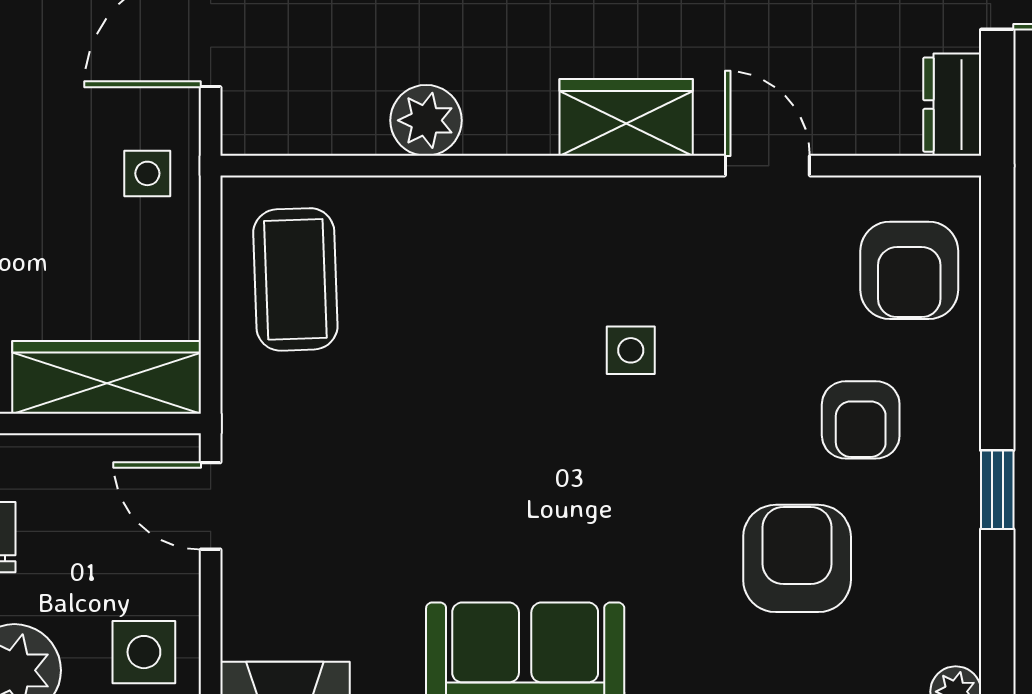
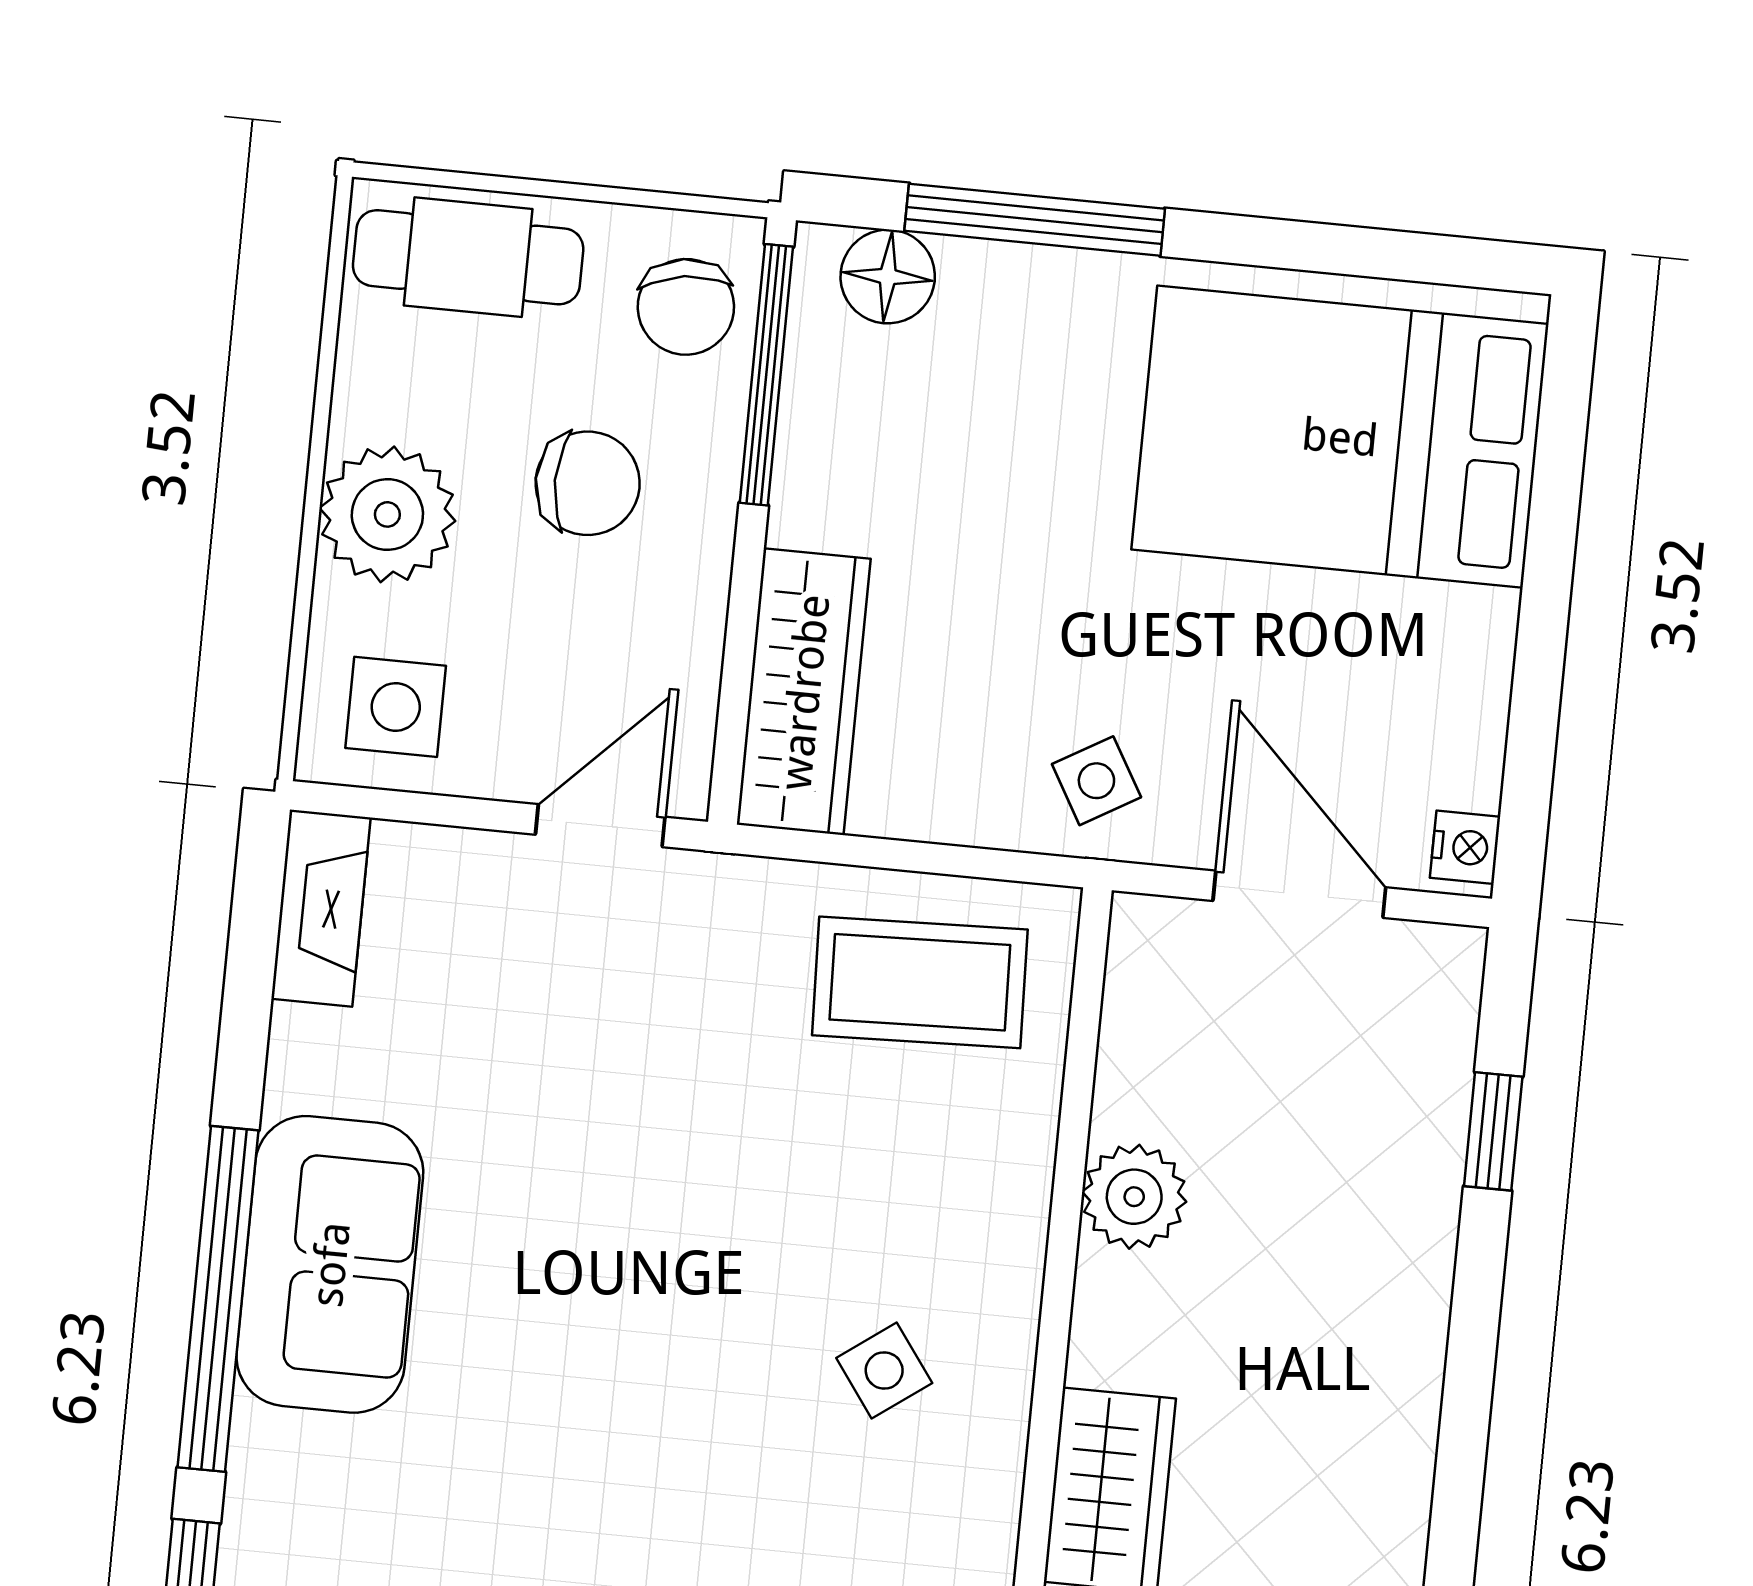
side table: (147, 173) -> (1096, 781), turned -30
side table: (631, 350) -> (884, 1371), moved, turned -36

